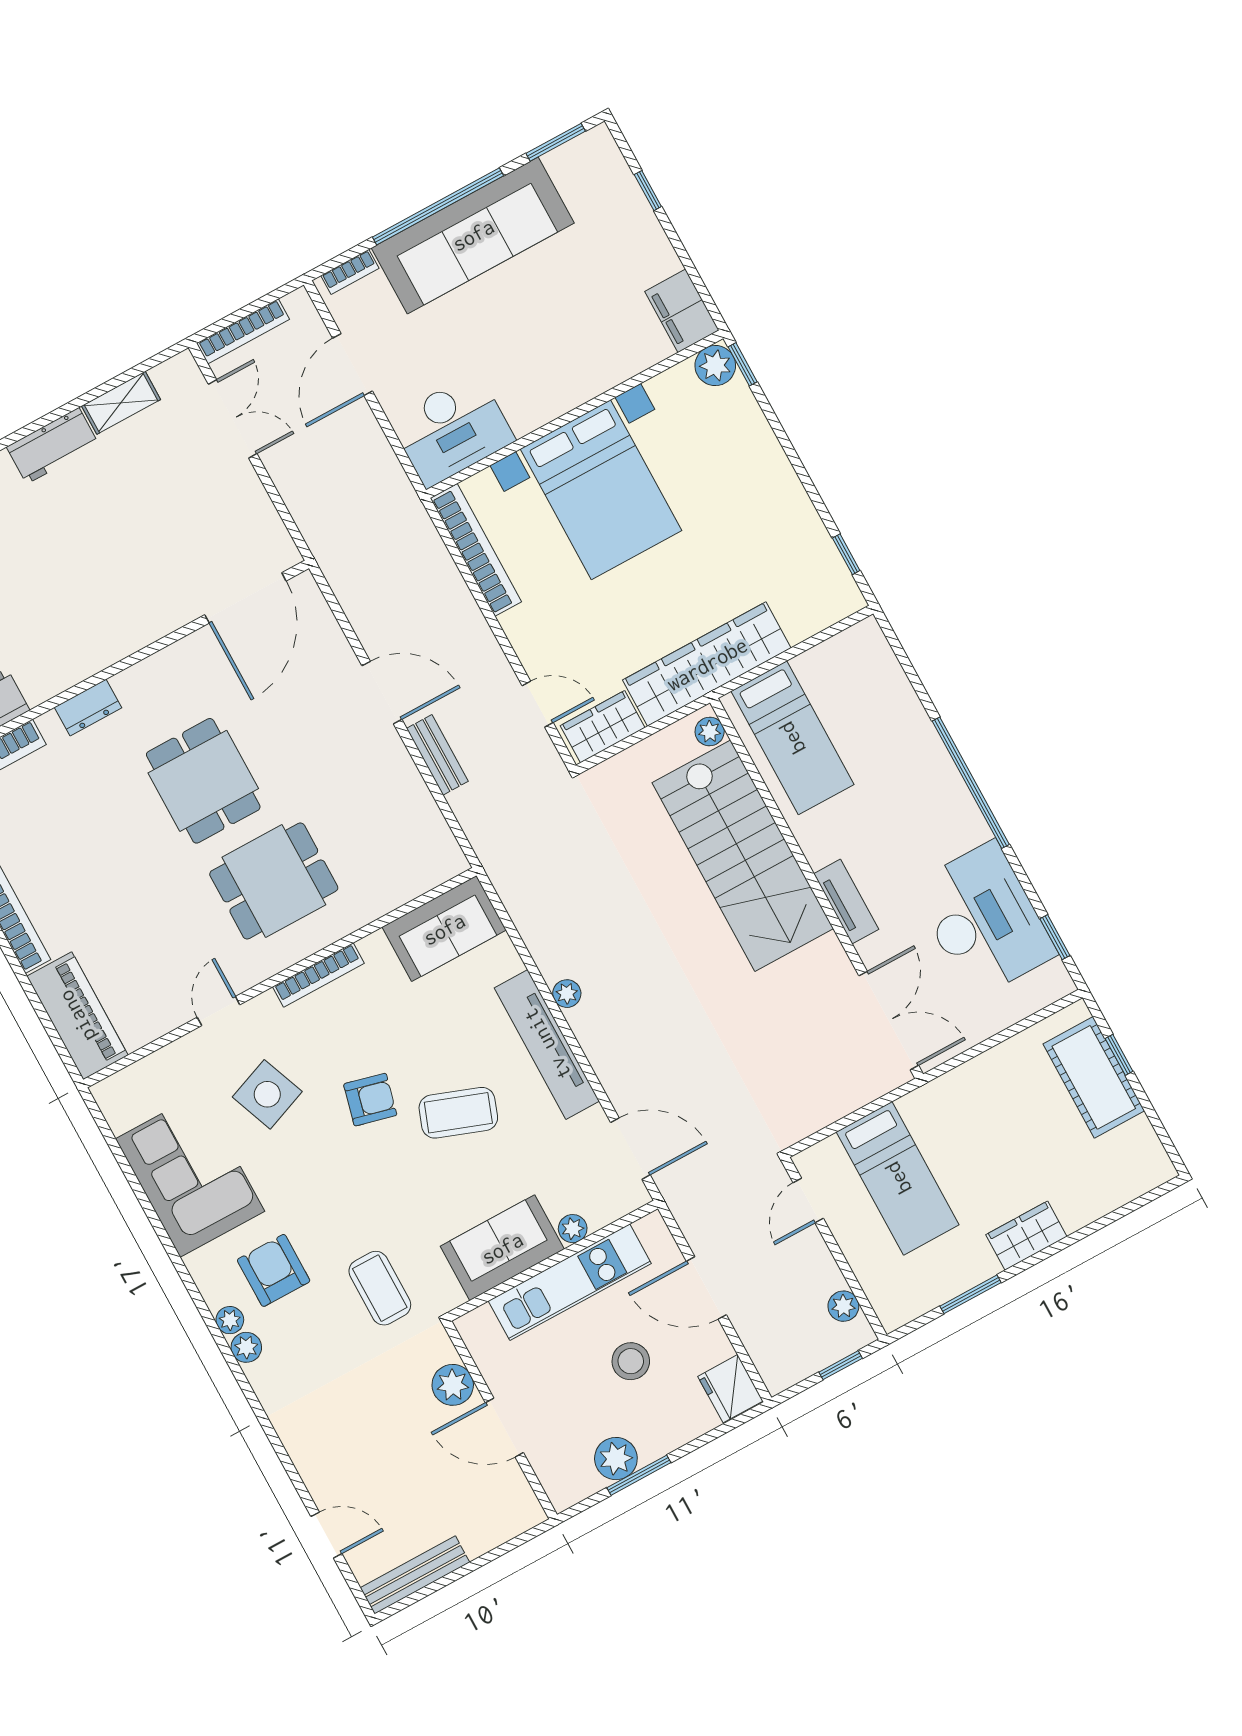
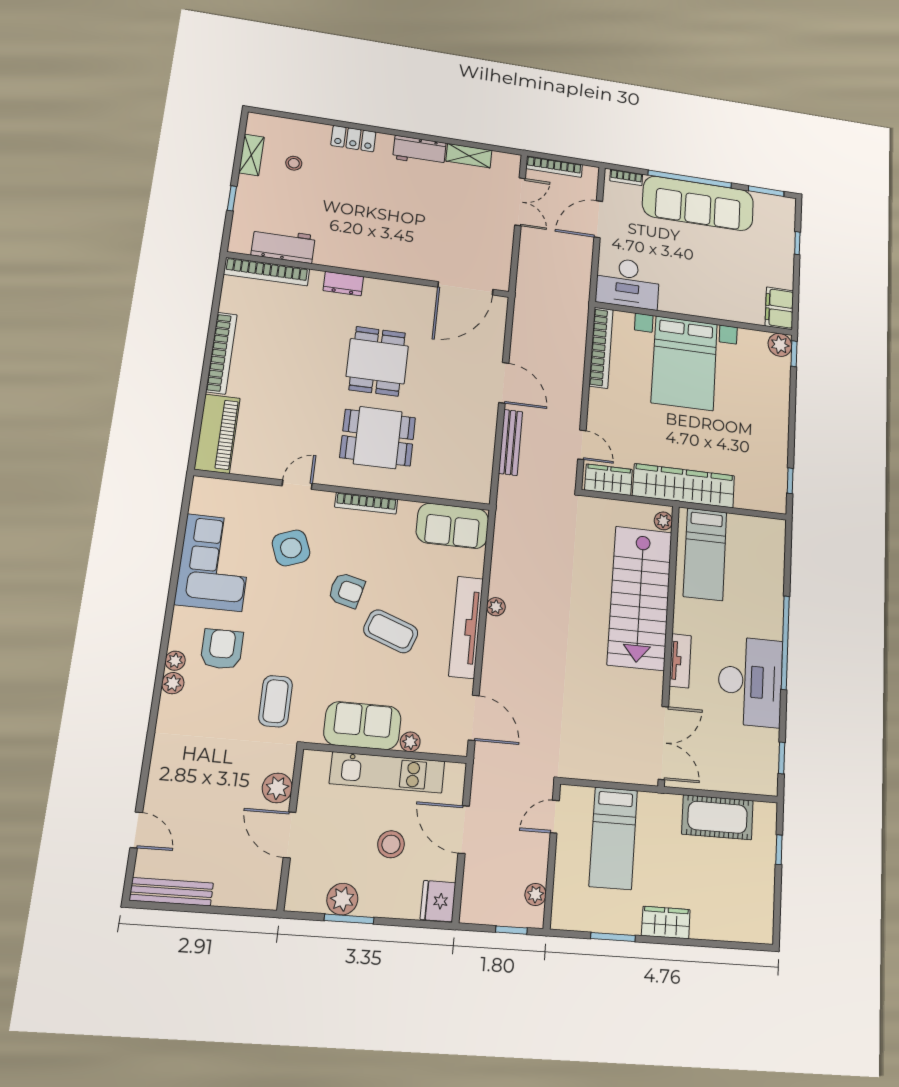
bench: (437, 755) -> (511, 442), width x1.36
desk: (984, 920) -> (750, 682), moved
cot: (1094, 1077) -> (717, 817), moved, turned 90

